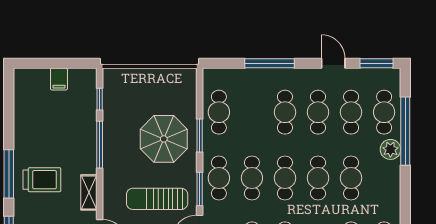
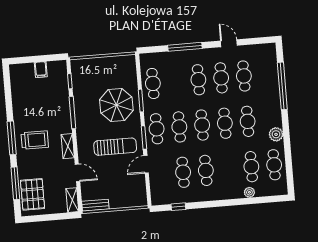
window: (377, 63) -> (259, 41), removed
cafe table: (384, 112) -> (267, 74), removed
plant: (390, 149) -> (276, 134), moved
sun lounger: (157, 199) -> (115, 147), turned 180

